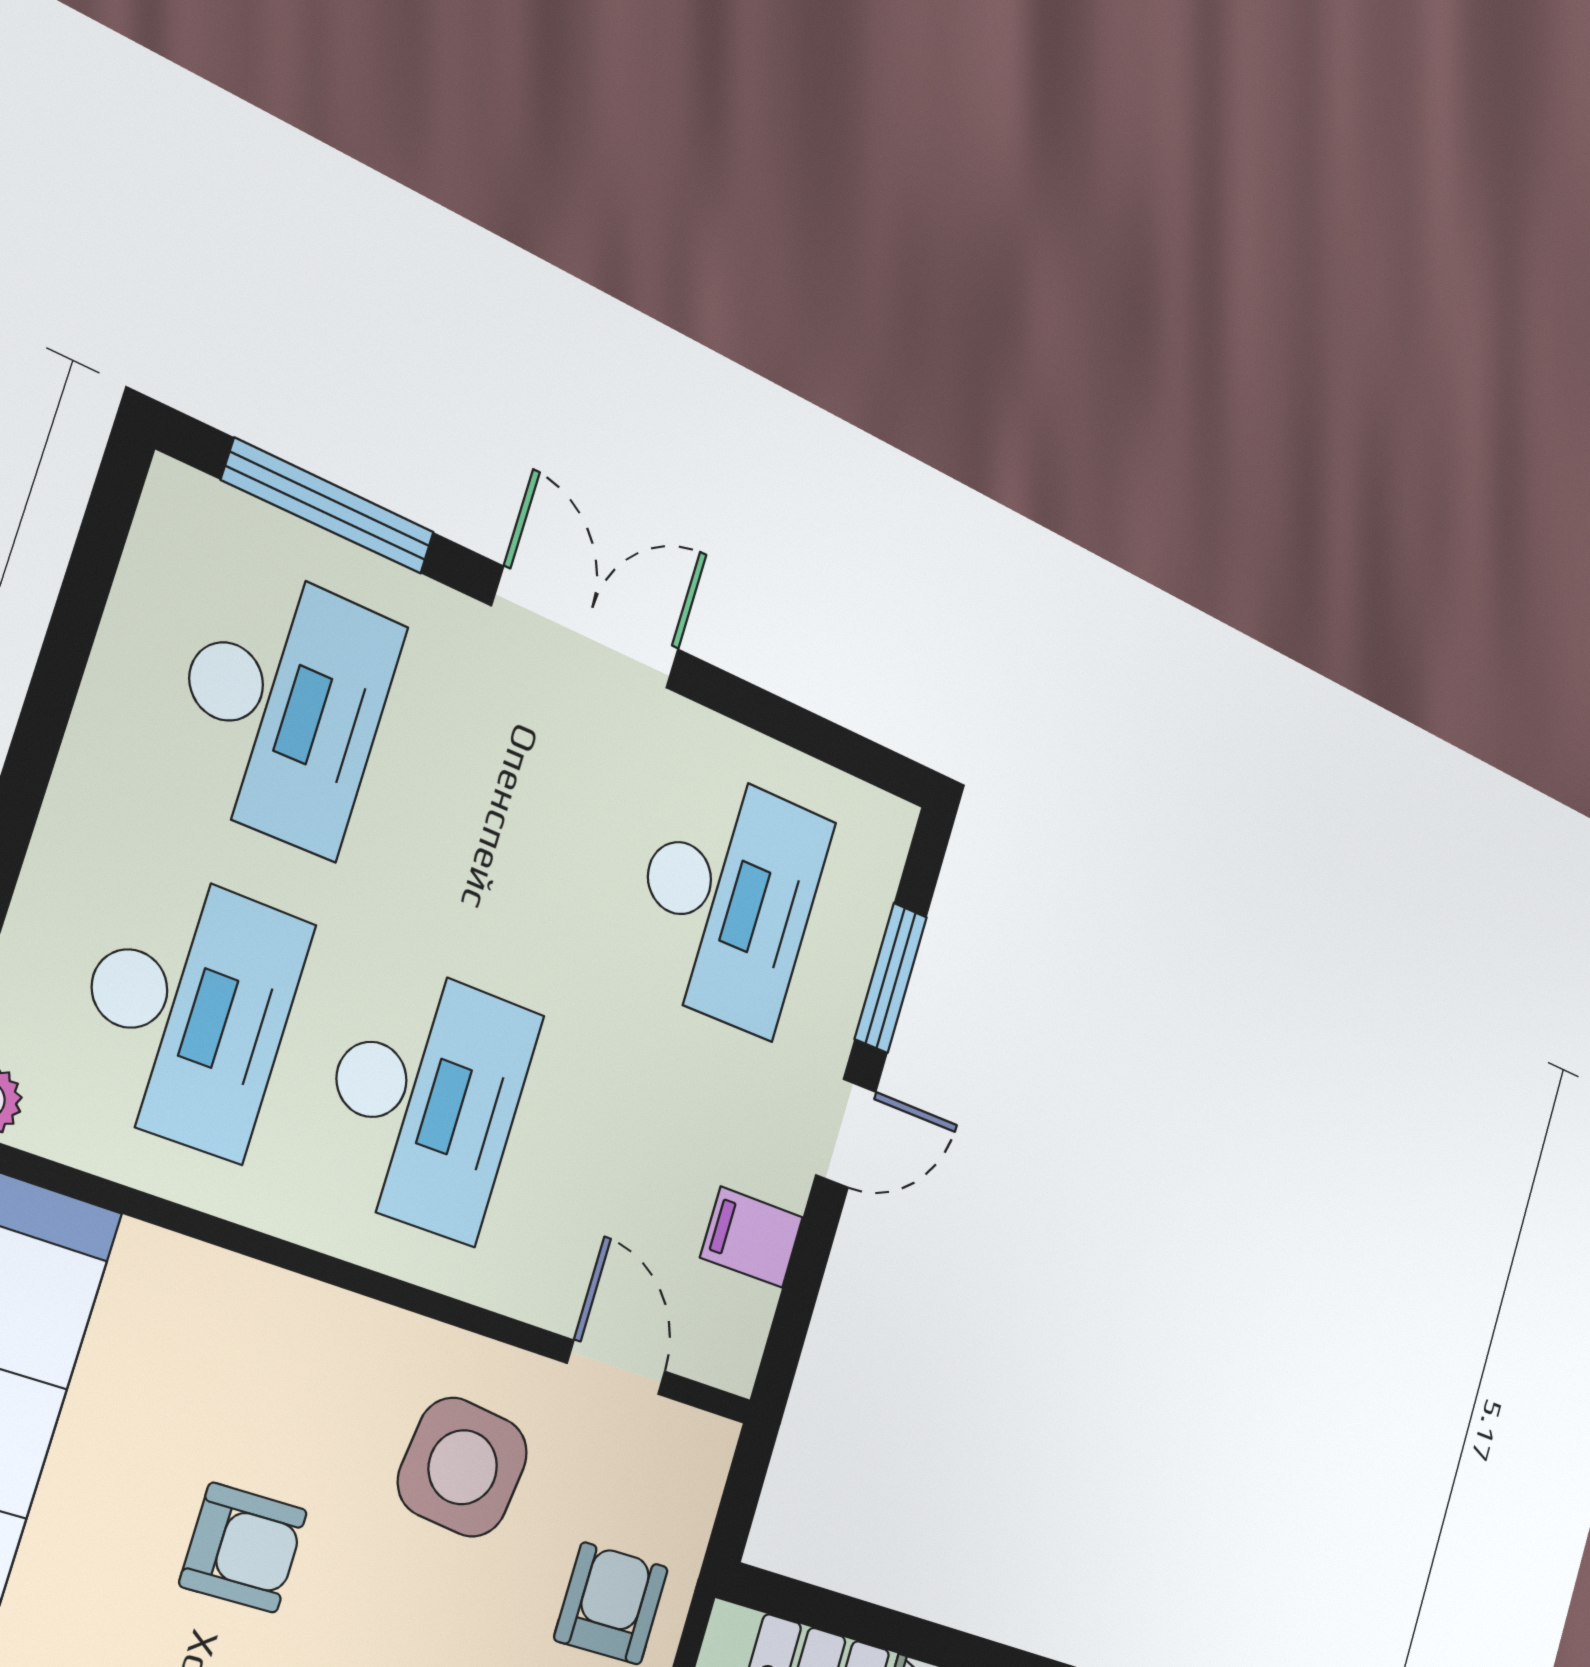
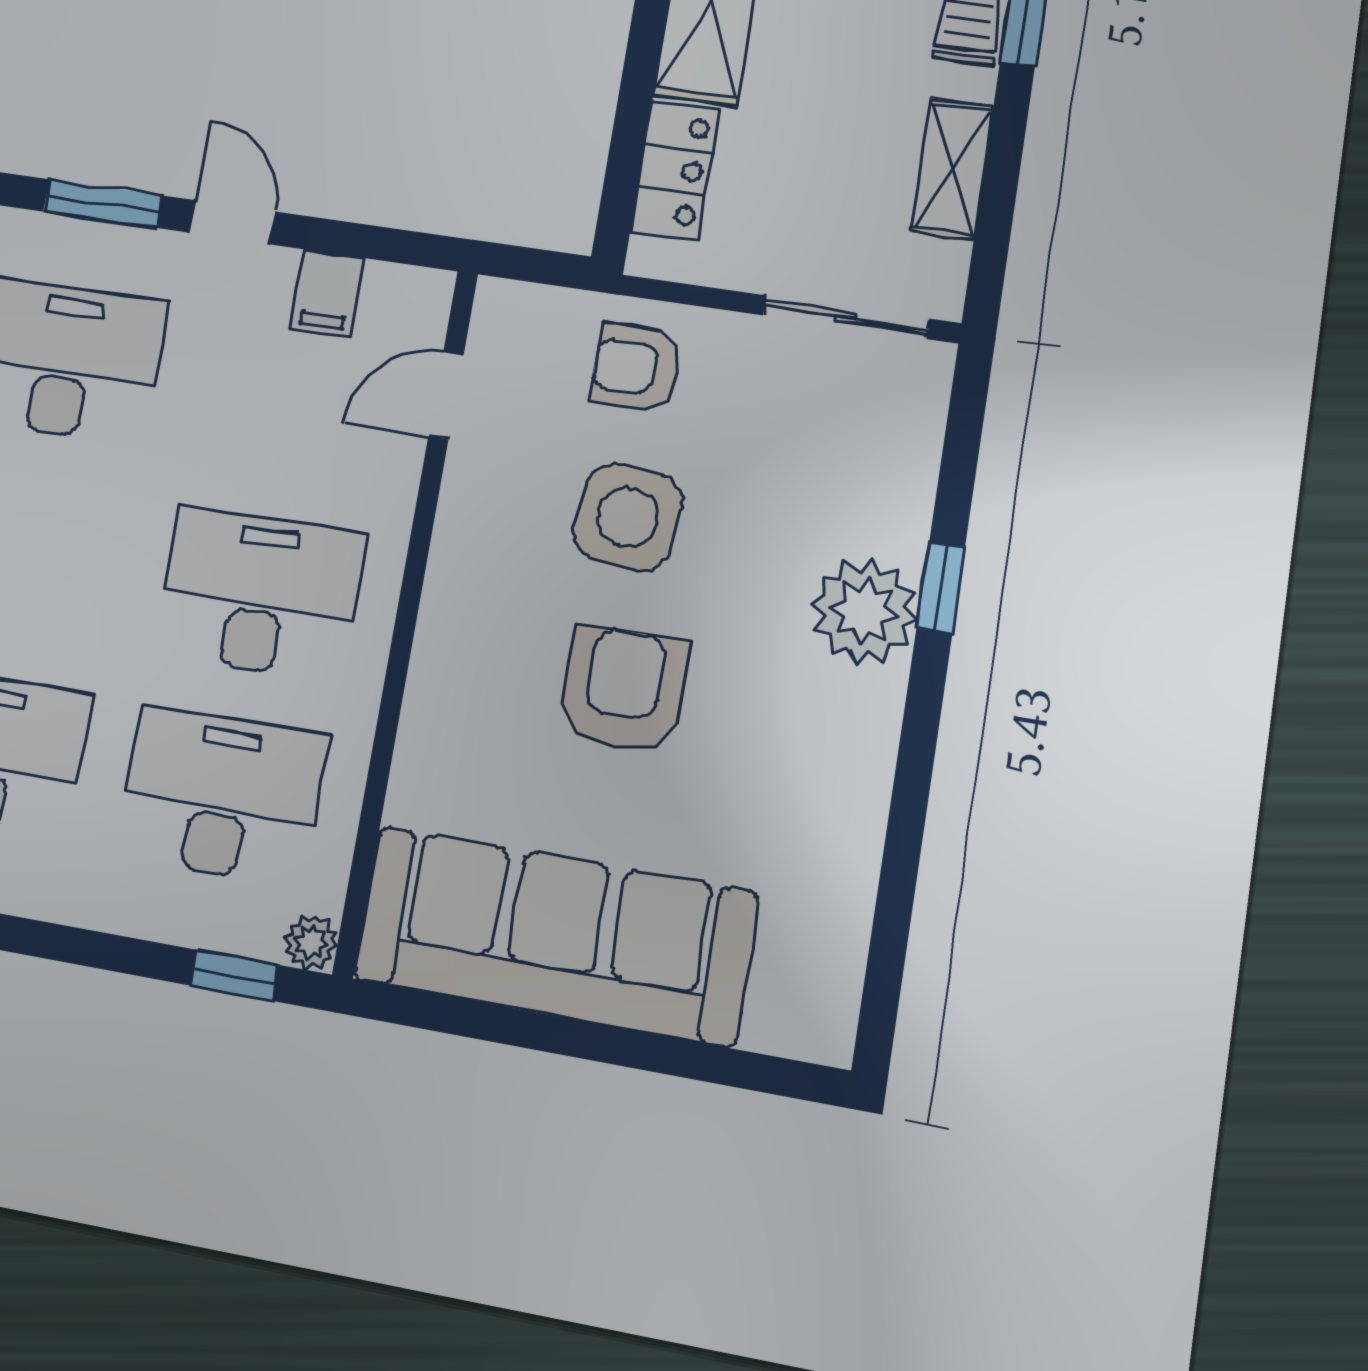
side table: (463, 1467) -> (628, 517), moved
armchair: (243, 1548) -> (623, 690), width x1.38, depth x1.38

